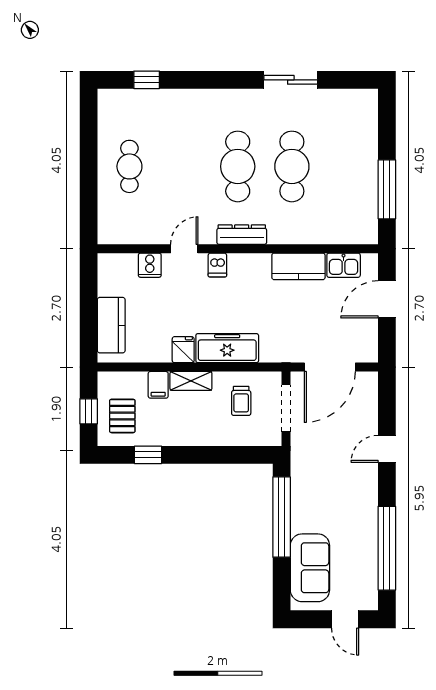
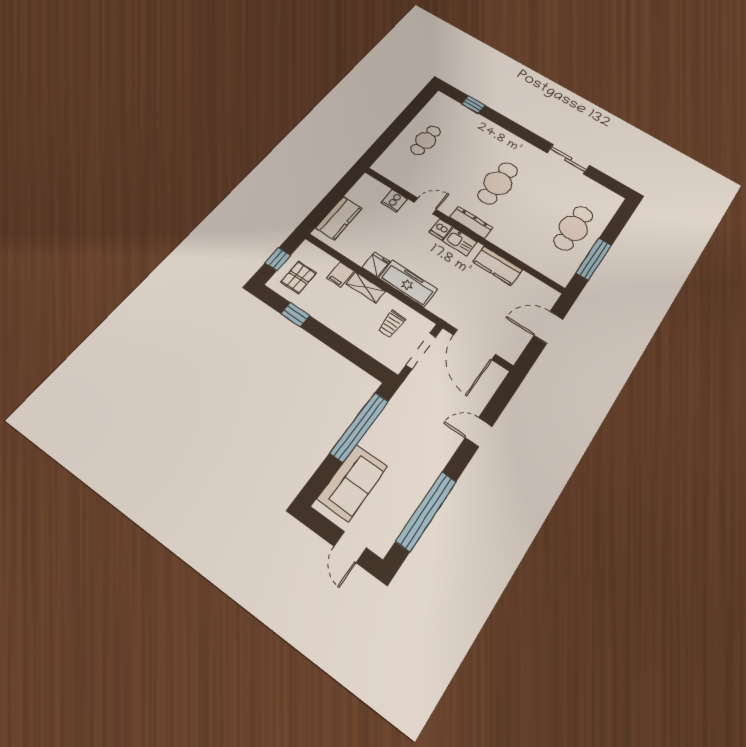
cafe table: (292, 166) -> (573, 228), moved
kitchen sink: (344, 265) -> (460, 241), moved
door: (330, 367) -> (474, 345), hinge flipped

